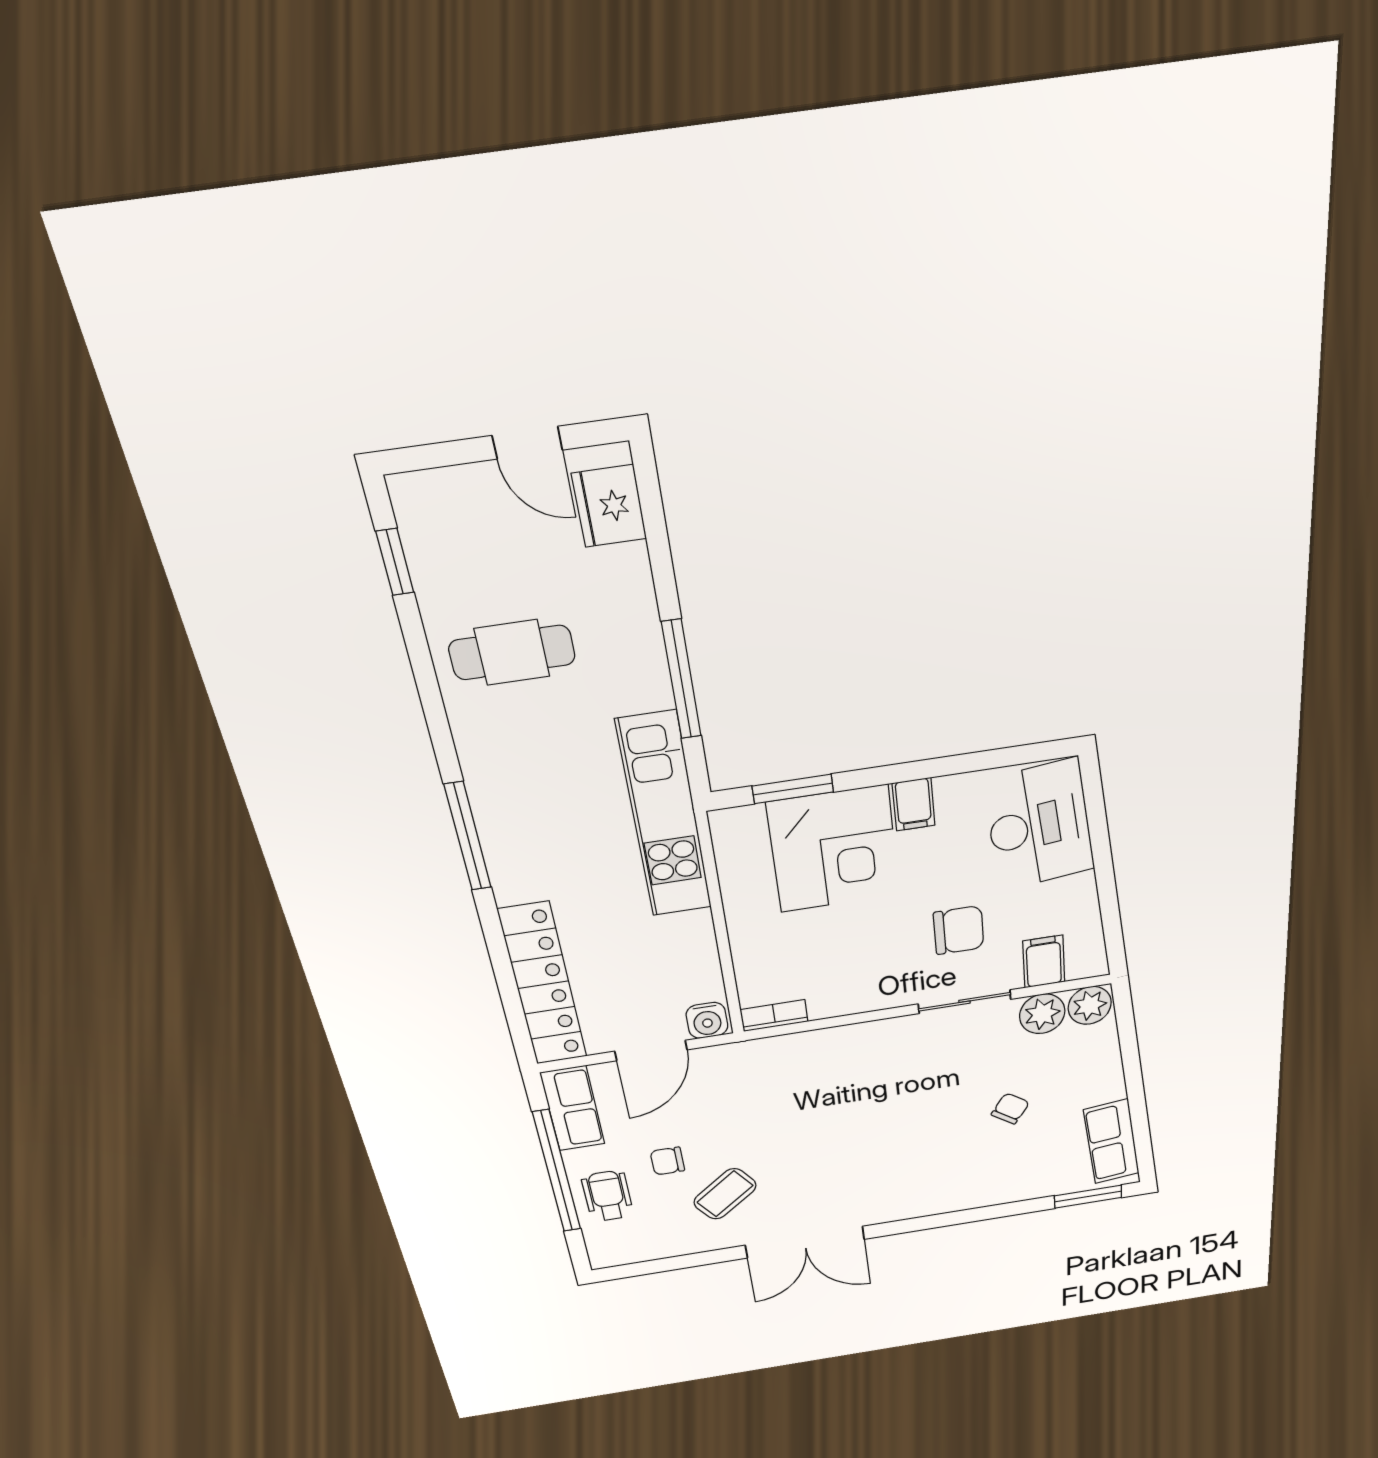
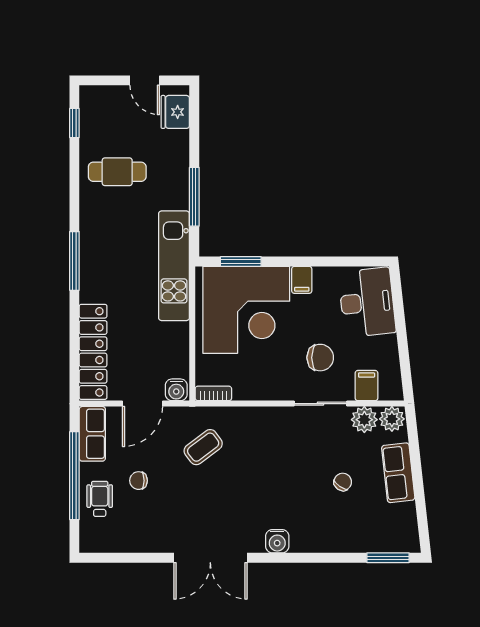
corner desk: (834, 849) -> (246, 310), width x1.36, depth x1.36
row of seats: (1112, 1142) -> (398, 473), moved
coffee table: (725, 1194) -> (203, 447), moved
water cooler: (910, 1204) -> (277, 541), added

